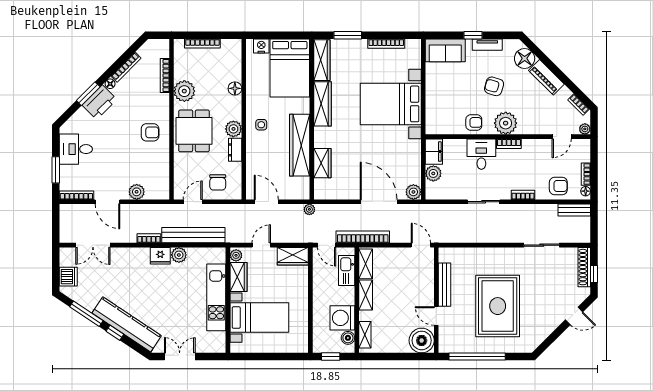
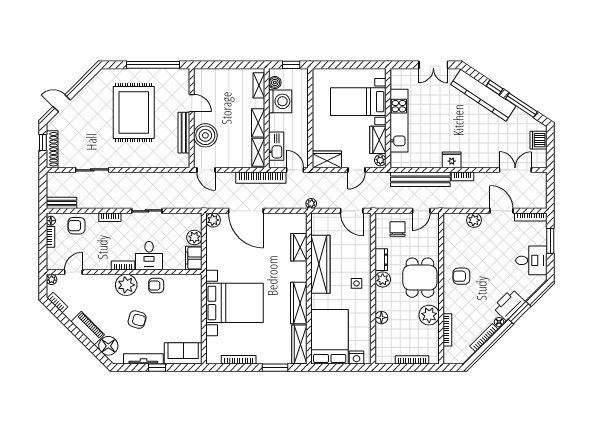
tv unit: (487, 45) -> (143, 359), width x1.41
plant: (179, 255) -> (434, 161), removed
boiler: (422, 340) -> (205, 135), moved

